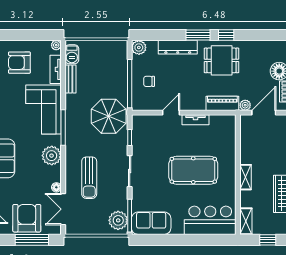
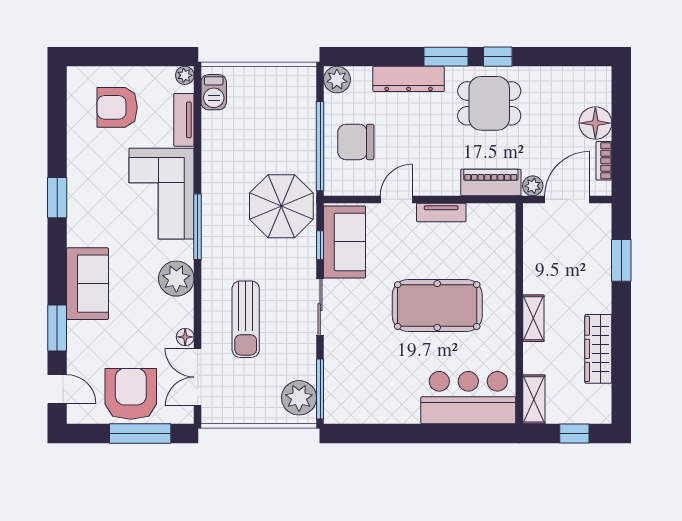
bench: (70, 79) -> (211, 138), removed
chair: (149, 81) -> (356, 142), width x1.87, depth x1.87
sofa: (151, 223) -> (344, 242), moved, turned 90

